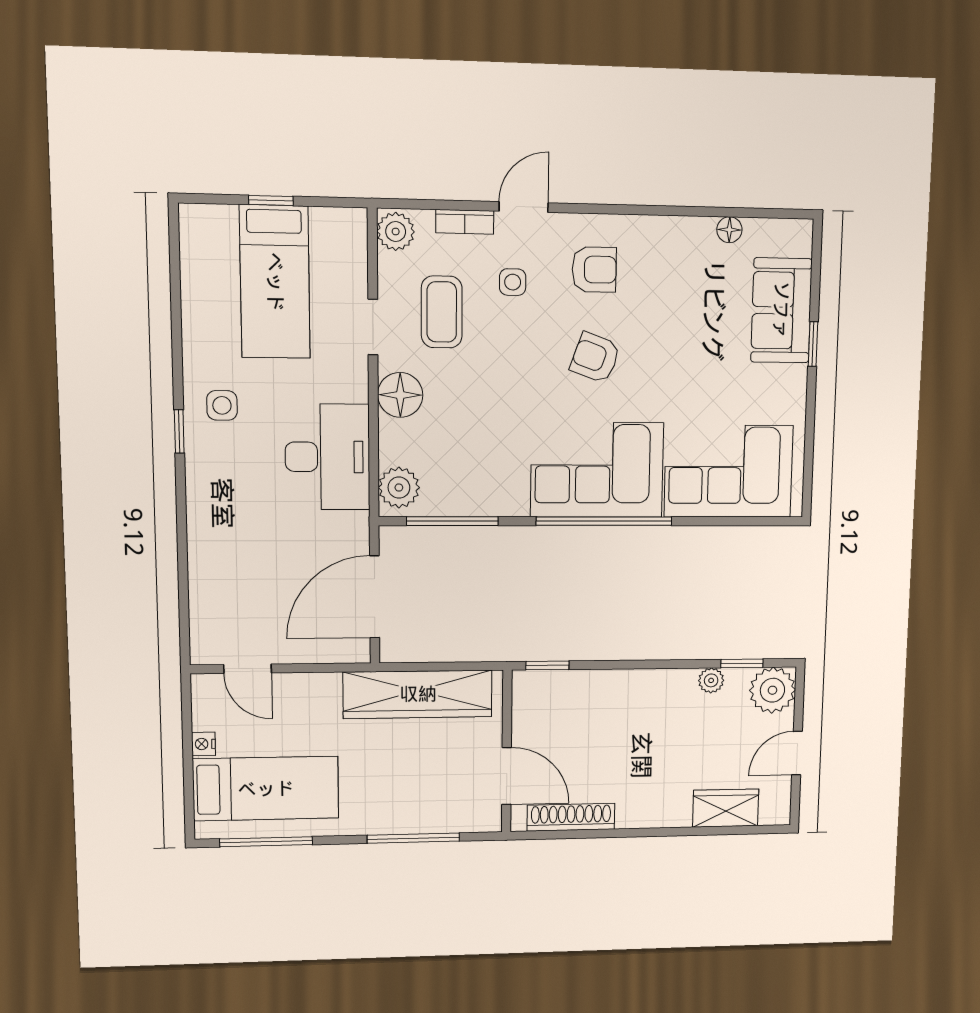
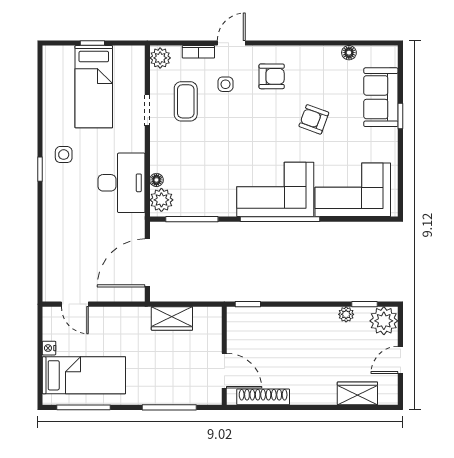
armchair: (595, 358) -> (314, 119), moved
floor lamp: (400, 395) -> (156, 180), moved, width x0.53, depth x0.53
wardrobe: (418, 694) -> (172, 318), width x0.48, depth x0.85

